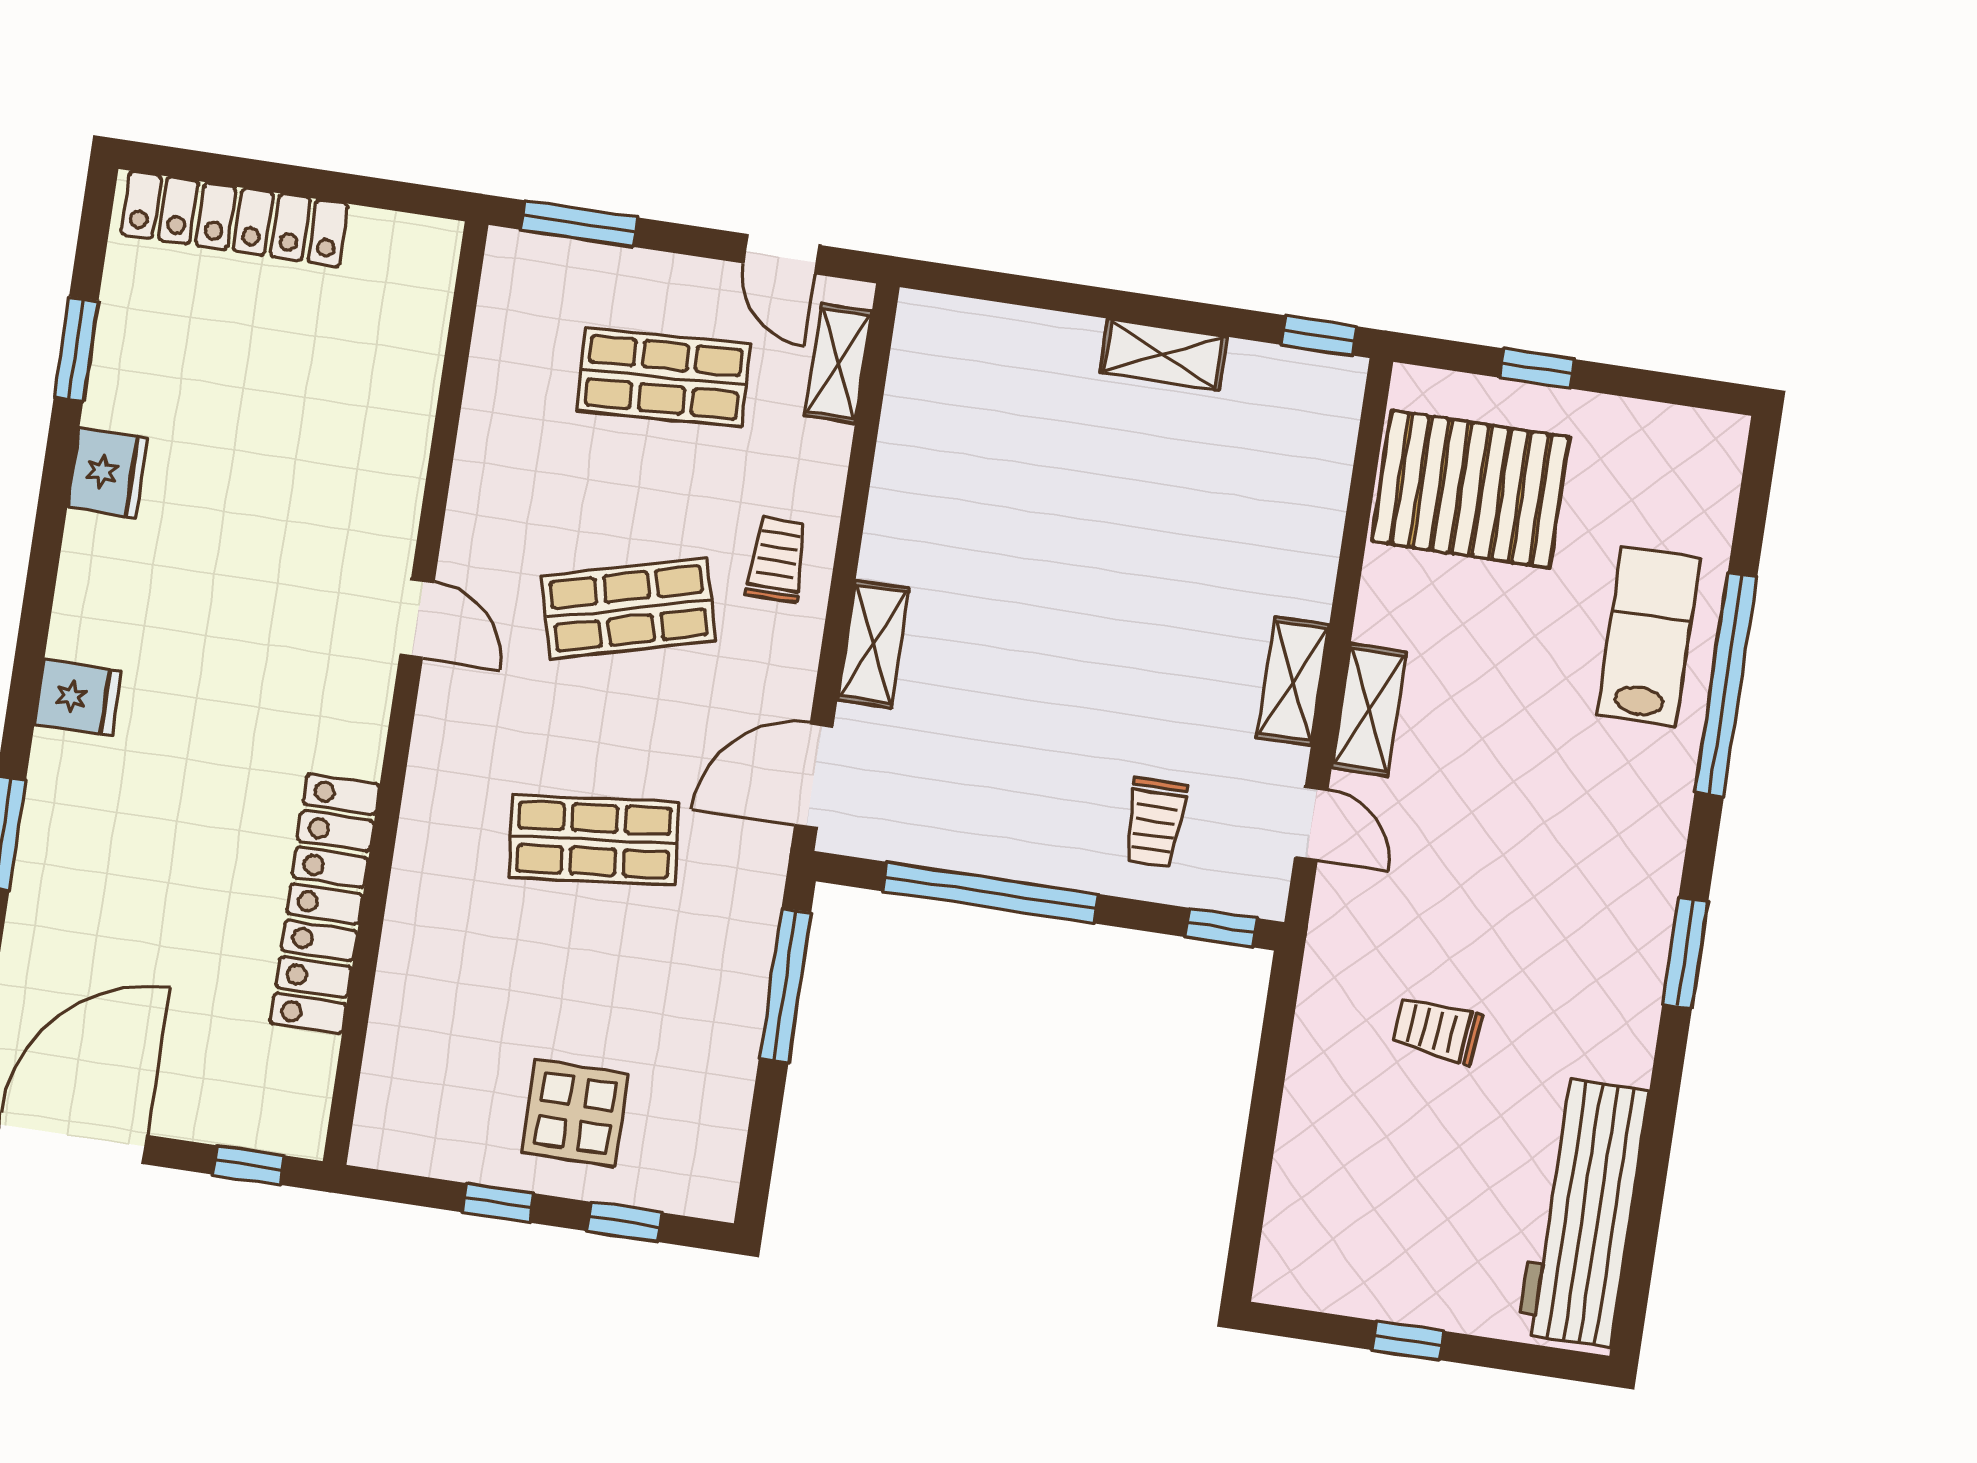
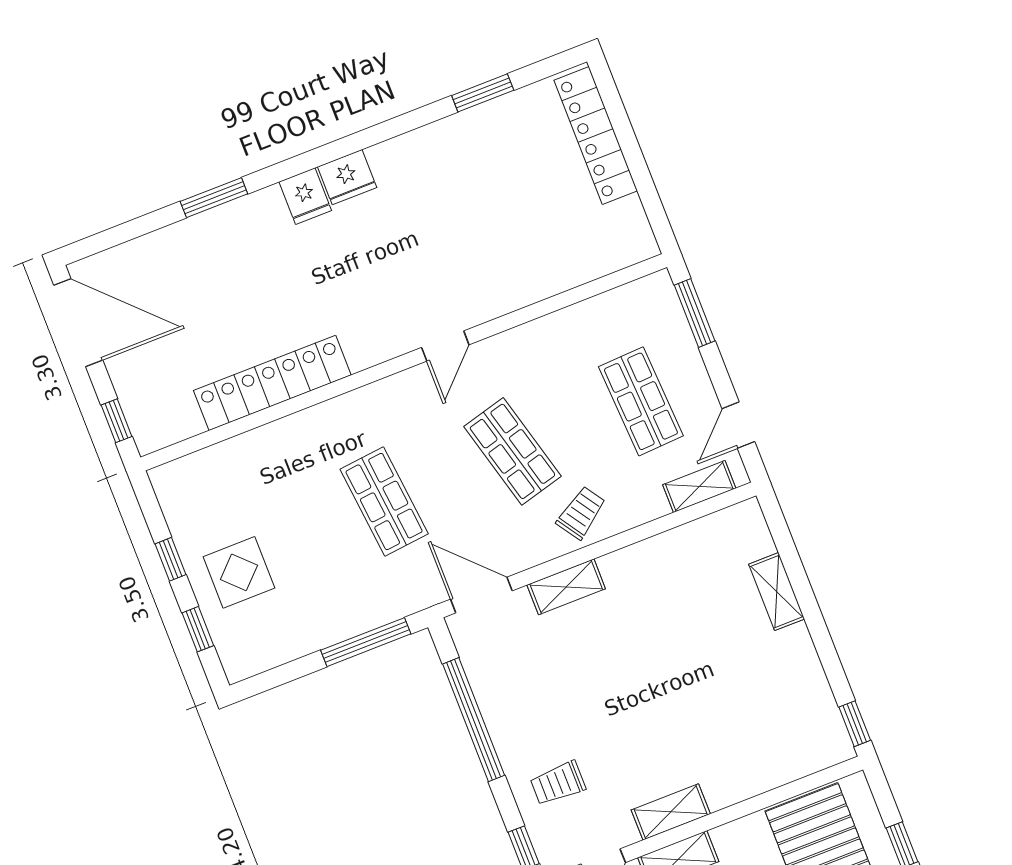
shelving: (1163, 355) -> (777, 592), moved
fridge: (108, 473) -> (347, 177), moved
trolley: (777, 560) -> (581, 513), turned -34

